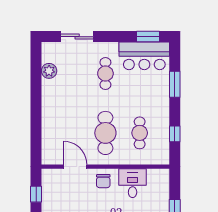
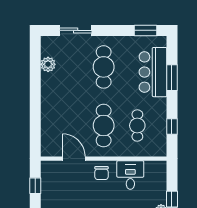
bar counter: (144, 56) -> (153, 72), moved, turned 90
cafe table: (105, 74) -> (104, 67), width x1.37, depth x1.35

